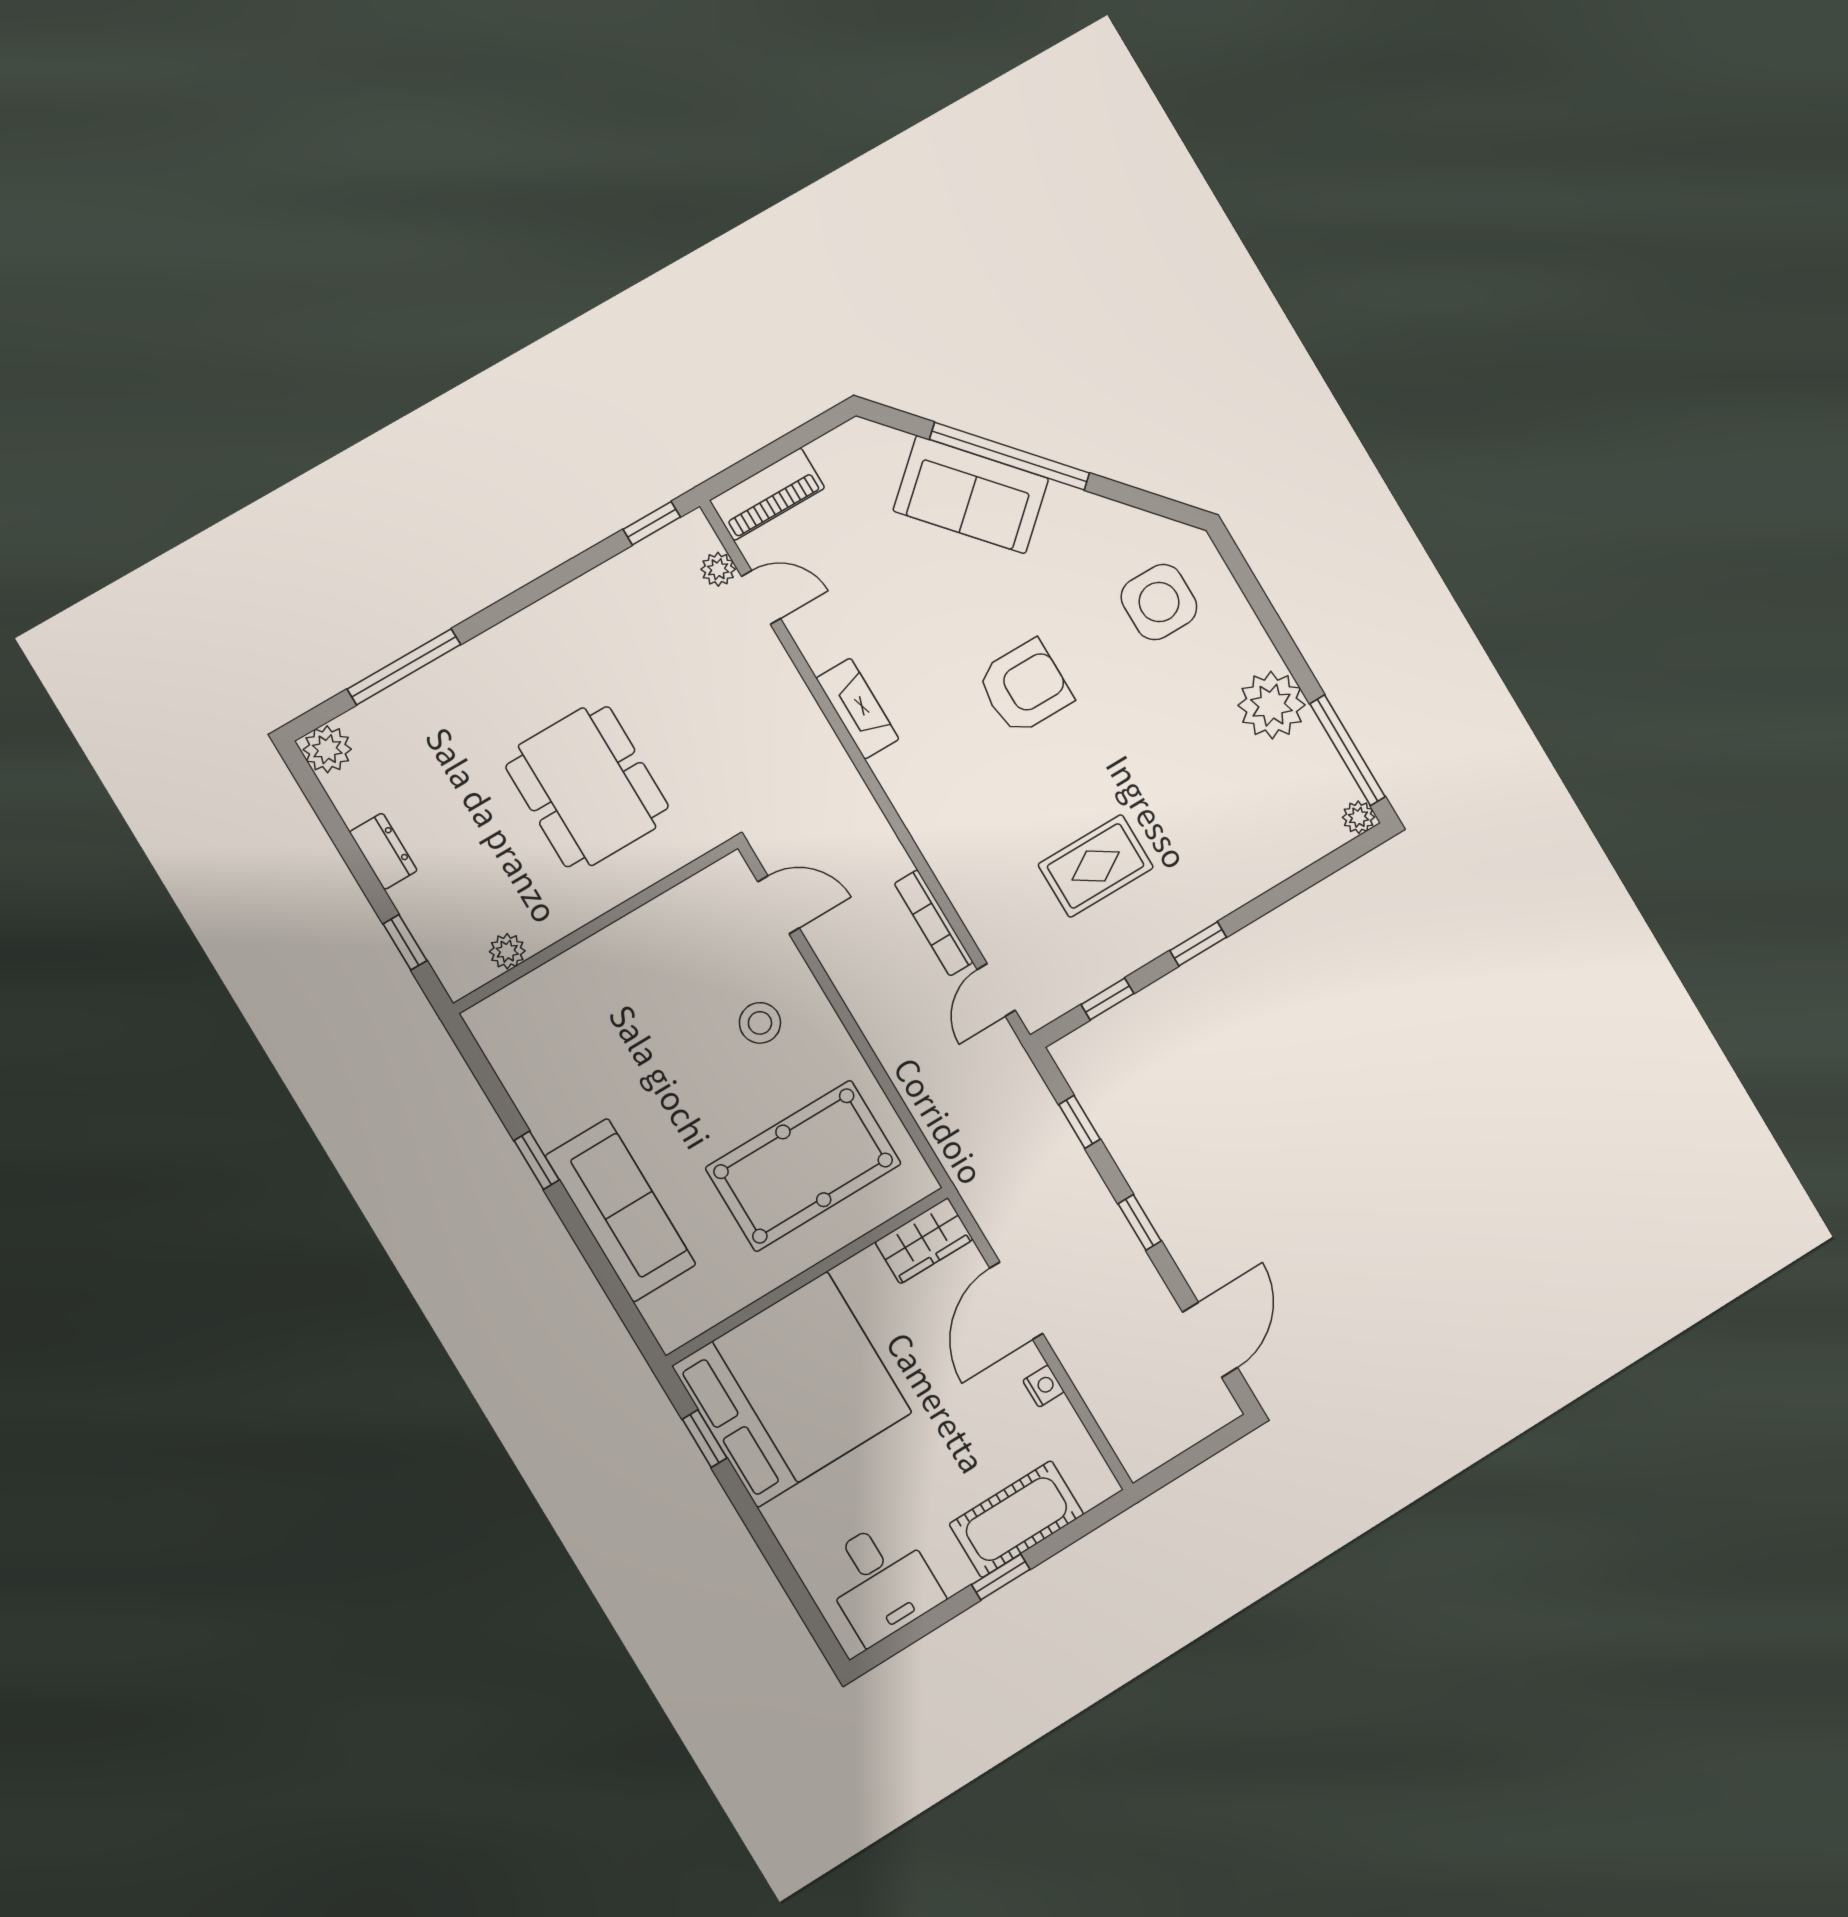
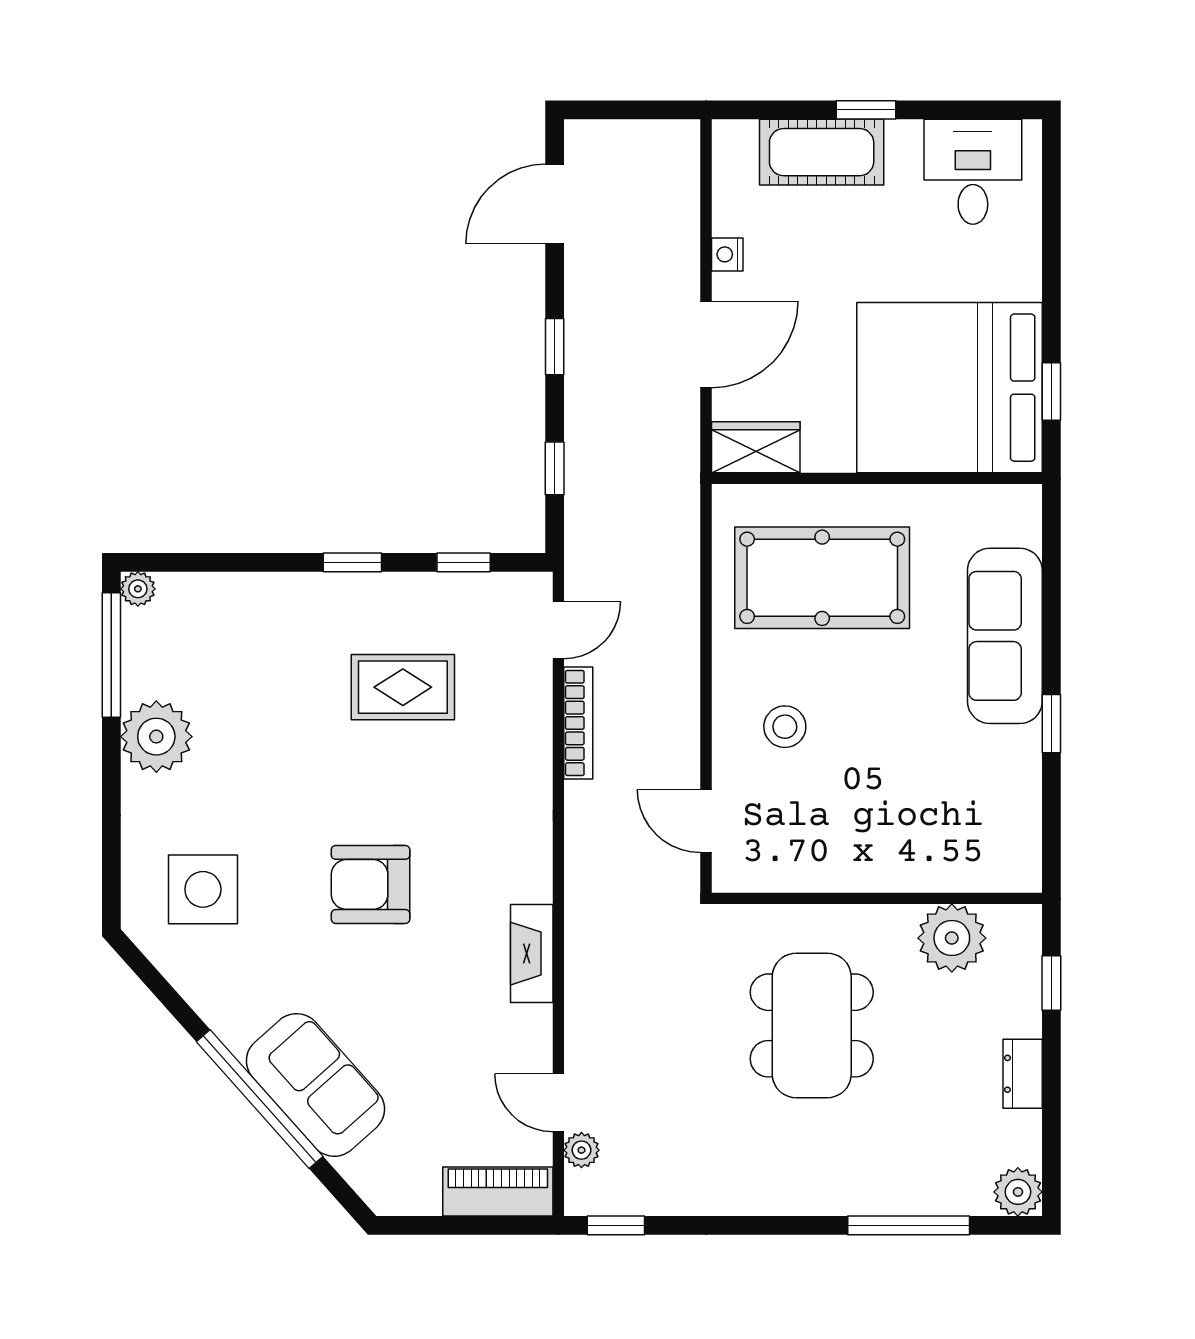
plant: (507, 951) -> (952, 938), width x1.87, depth x1.87

